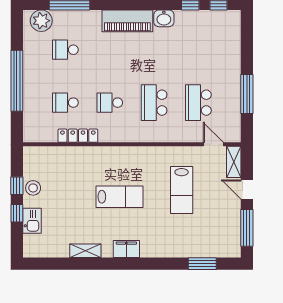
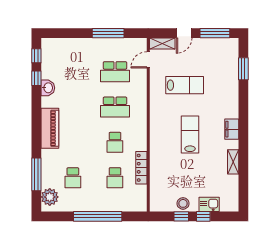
washbasin: (164, 18) -> (48, 88), moved

